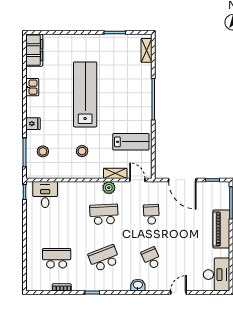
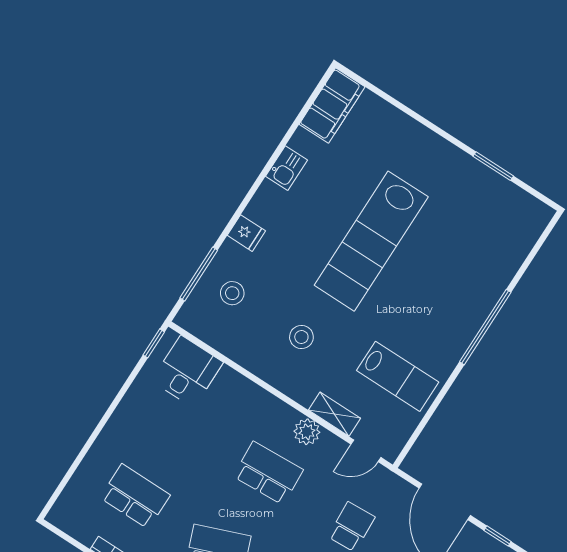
shelving: (146, 50) -> (529, 234), removed
lab bench: (85, 94) -> (371, 241), turned 180
door: (137, 180) -> (366, 451), swing flipped

